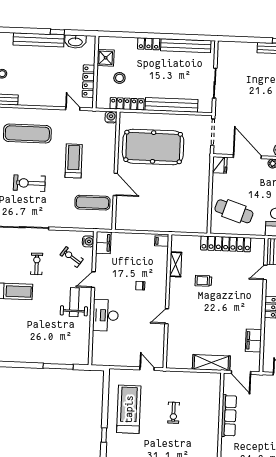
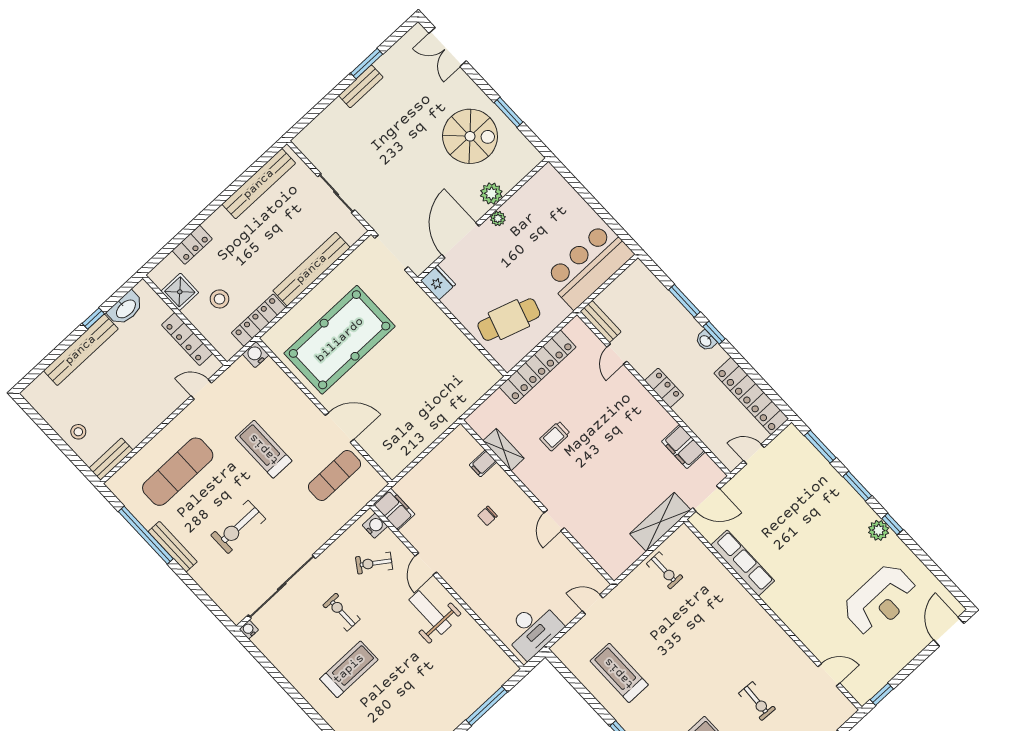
locker: (149, 44) -> (192, 245), moved
door: (247, 157) -> (460, 240), hinge flipped
filing cabinet: (162, 241) -> (483, 463), moved
desk: (106, 315) -> (533, 630), moved, turned -90
treadmill: (129, 409) -> (619, 673), width x0.73, depth x0.73
exercise bike: (174, 413) -> (665, 570), moved

